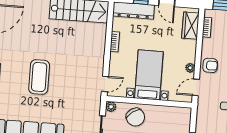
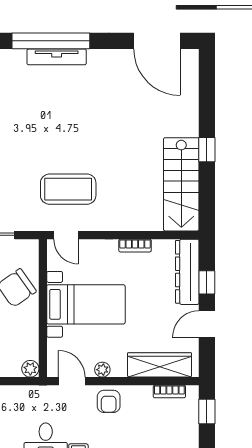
wardrobe: (190, 26) -> (160, 365), width x1.50
coffee table: (39, 77) -> (68, 189), moved
plant: (111, 107) -> (30, 369), moved

